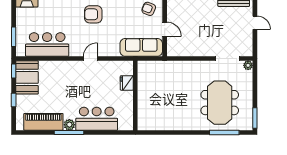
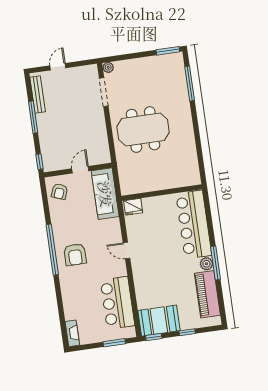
fridge: (127, 83) -> (133, 207), moved
meeting table: (220, 103) -> (143, 130), moved
bar counter: (97, 119) -> (194, 225), width x1.36

